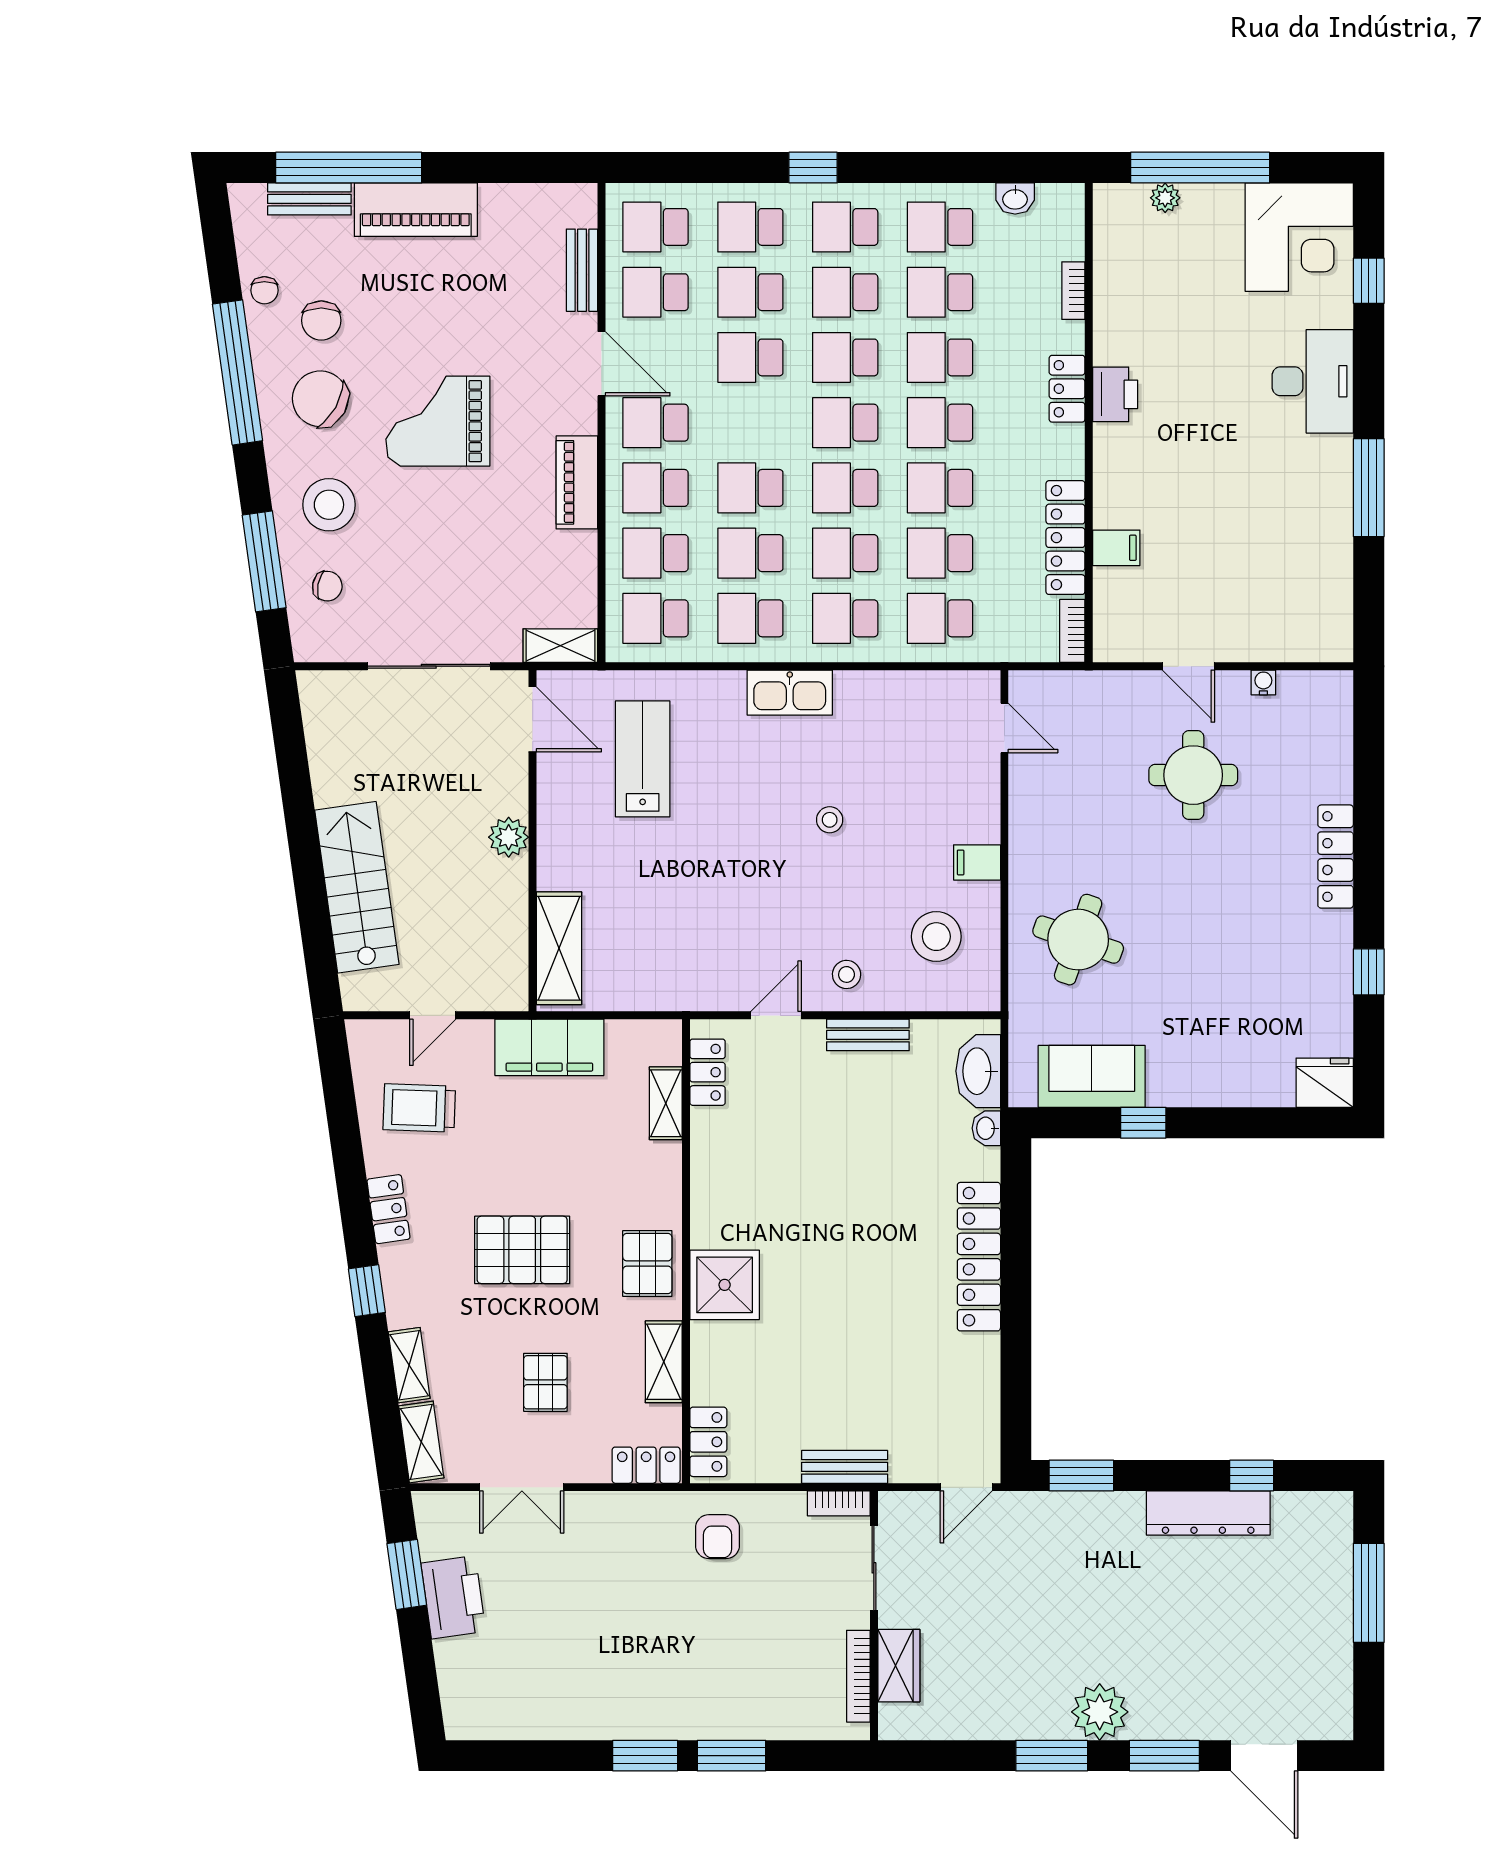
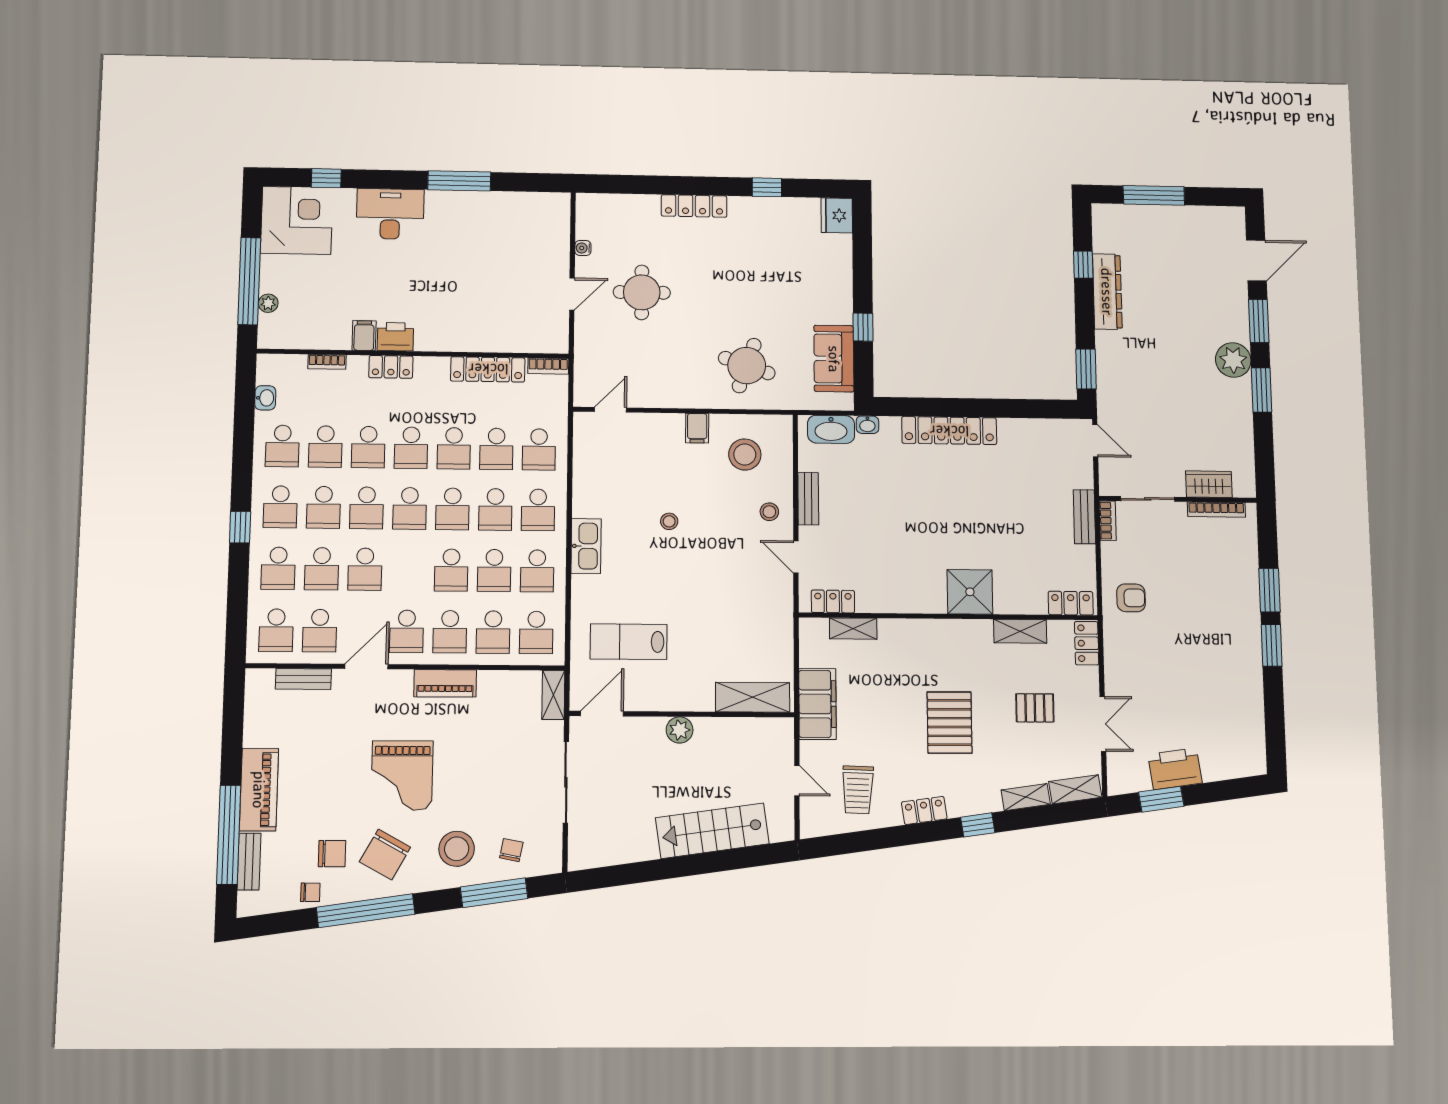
filing cabinet: (1116, 548) -> (364, 336), moved
pallet: (647, 1263) -> (957, 641), removed

